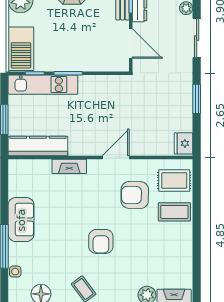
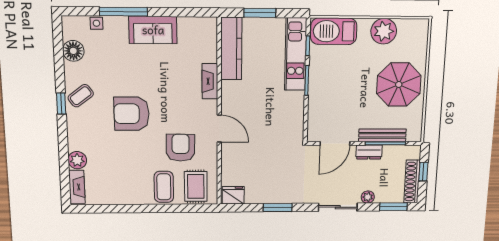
armchair: (101, 241) -> (132, 114), width x1.36, depth x1.36

